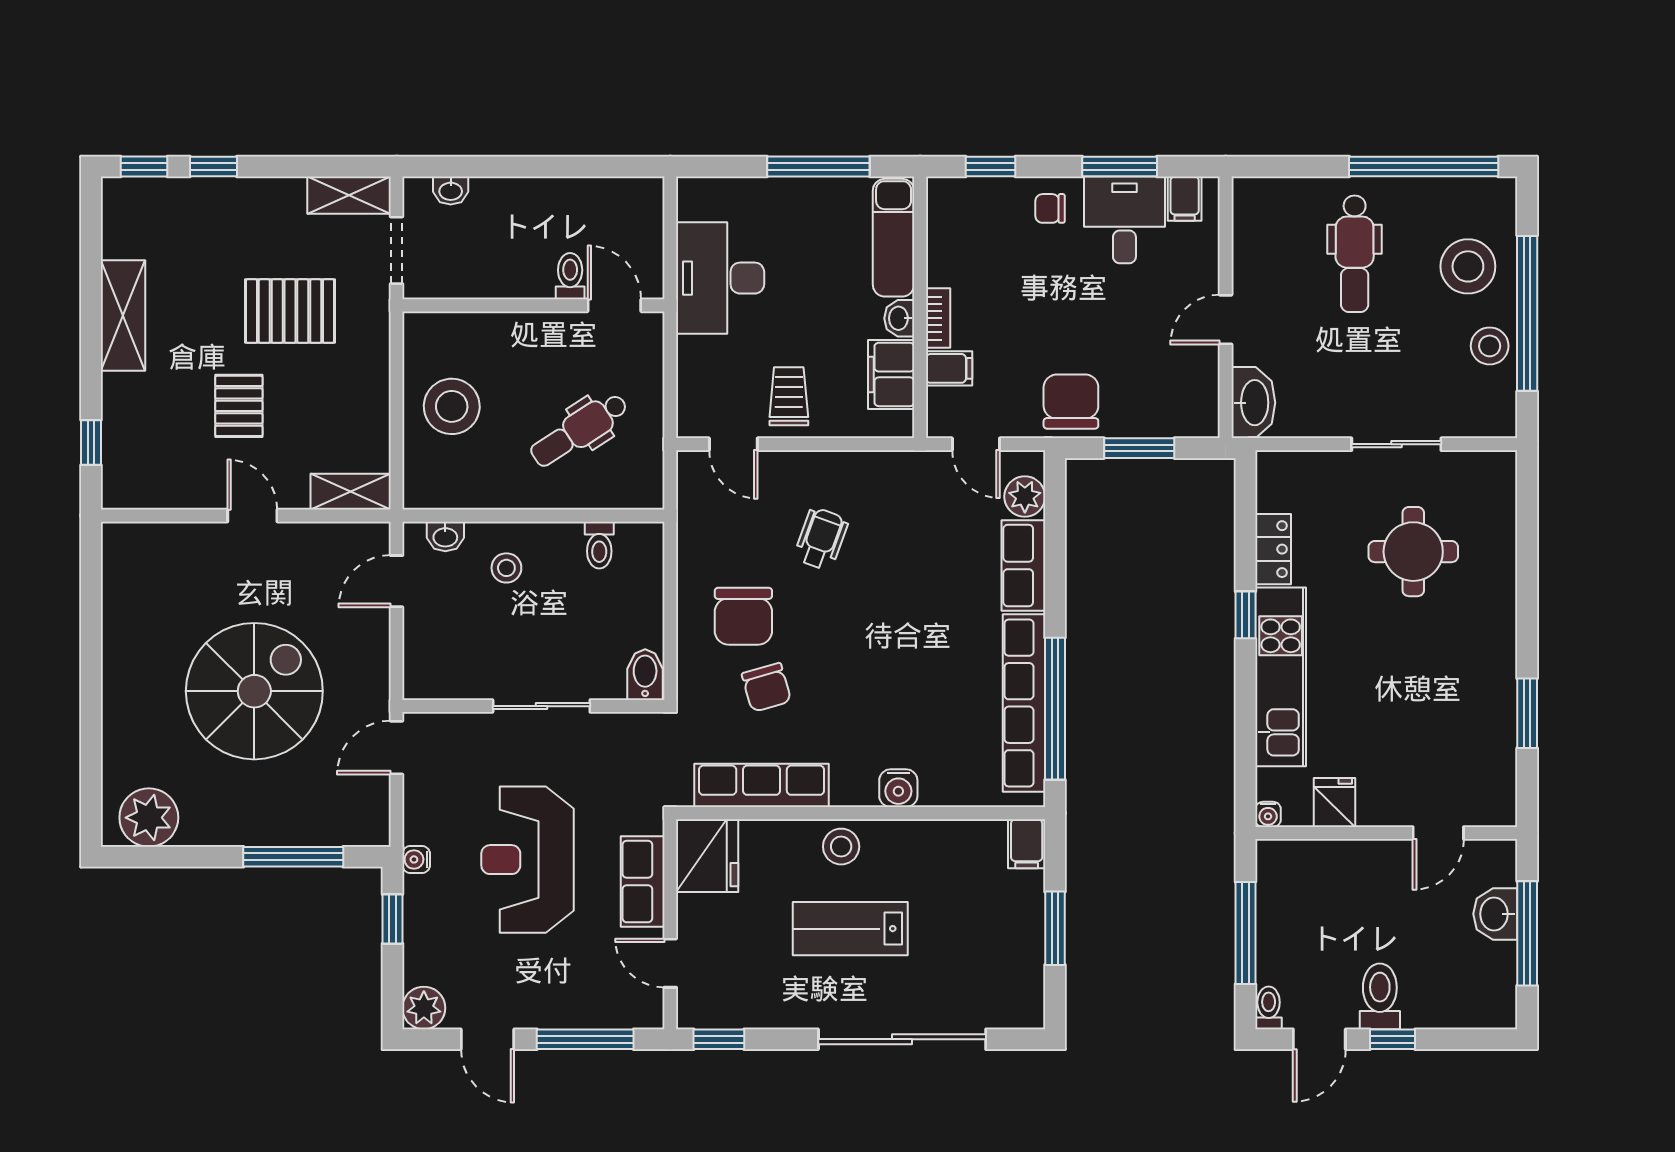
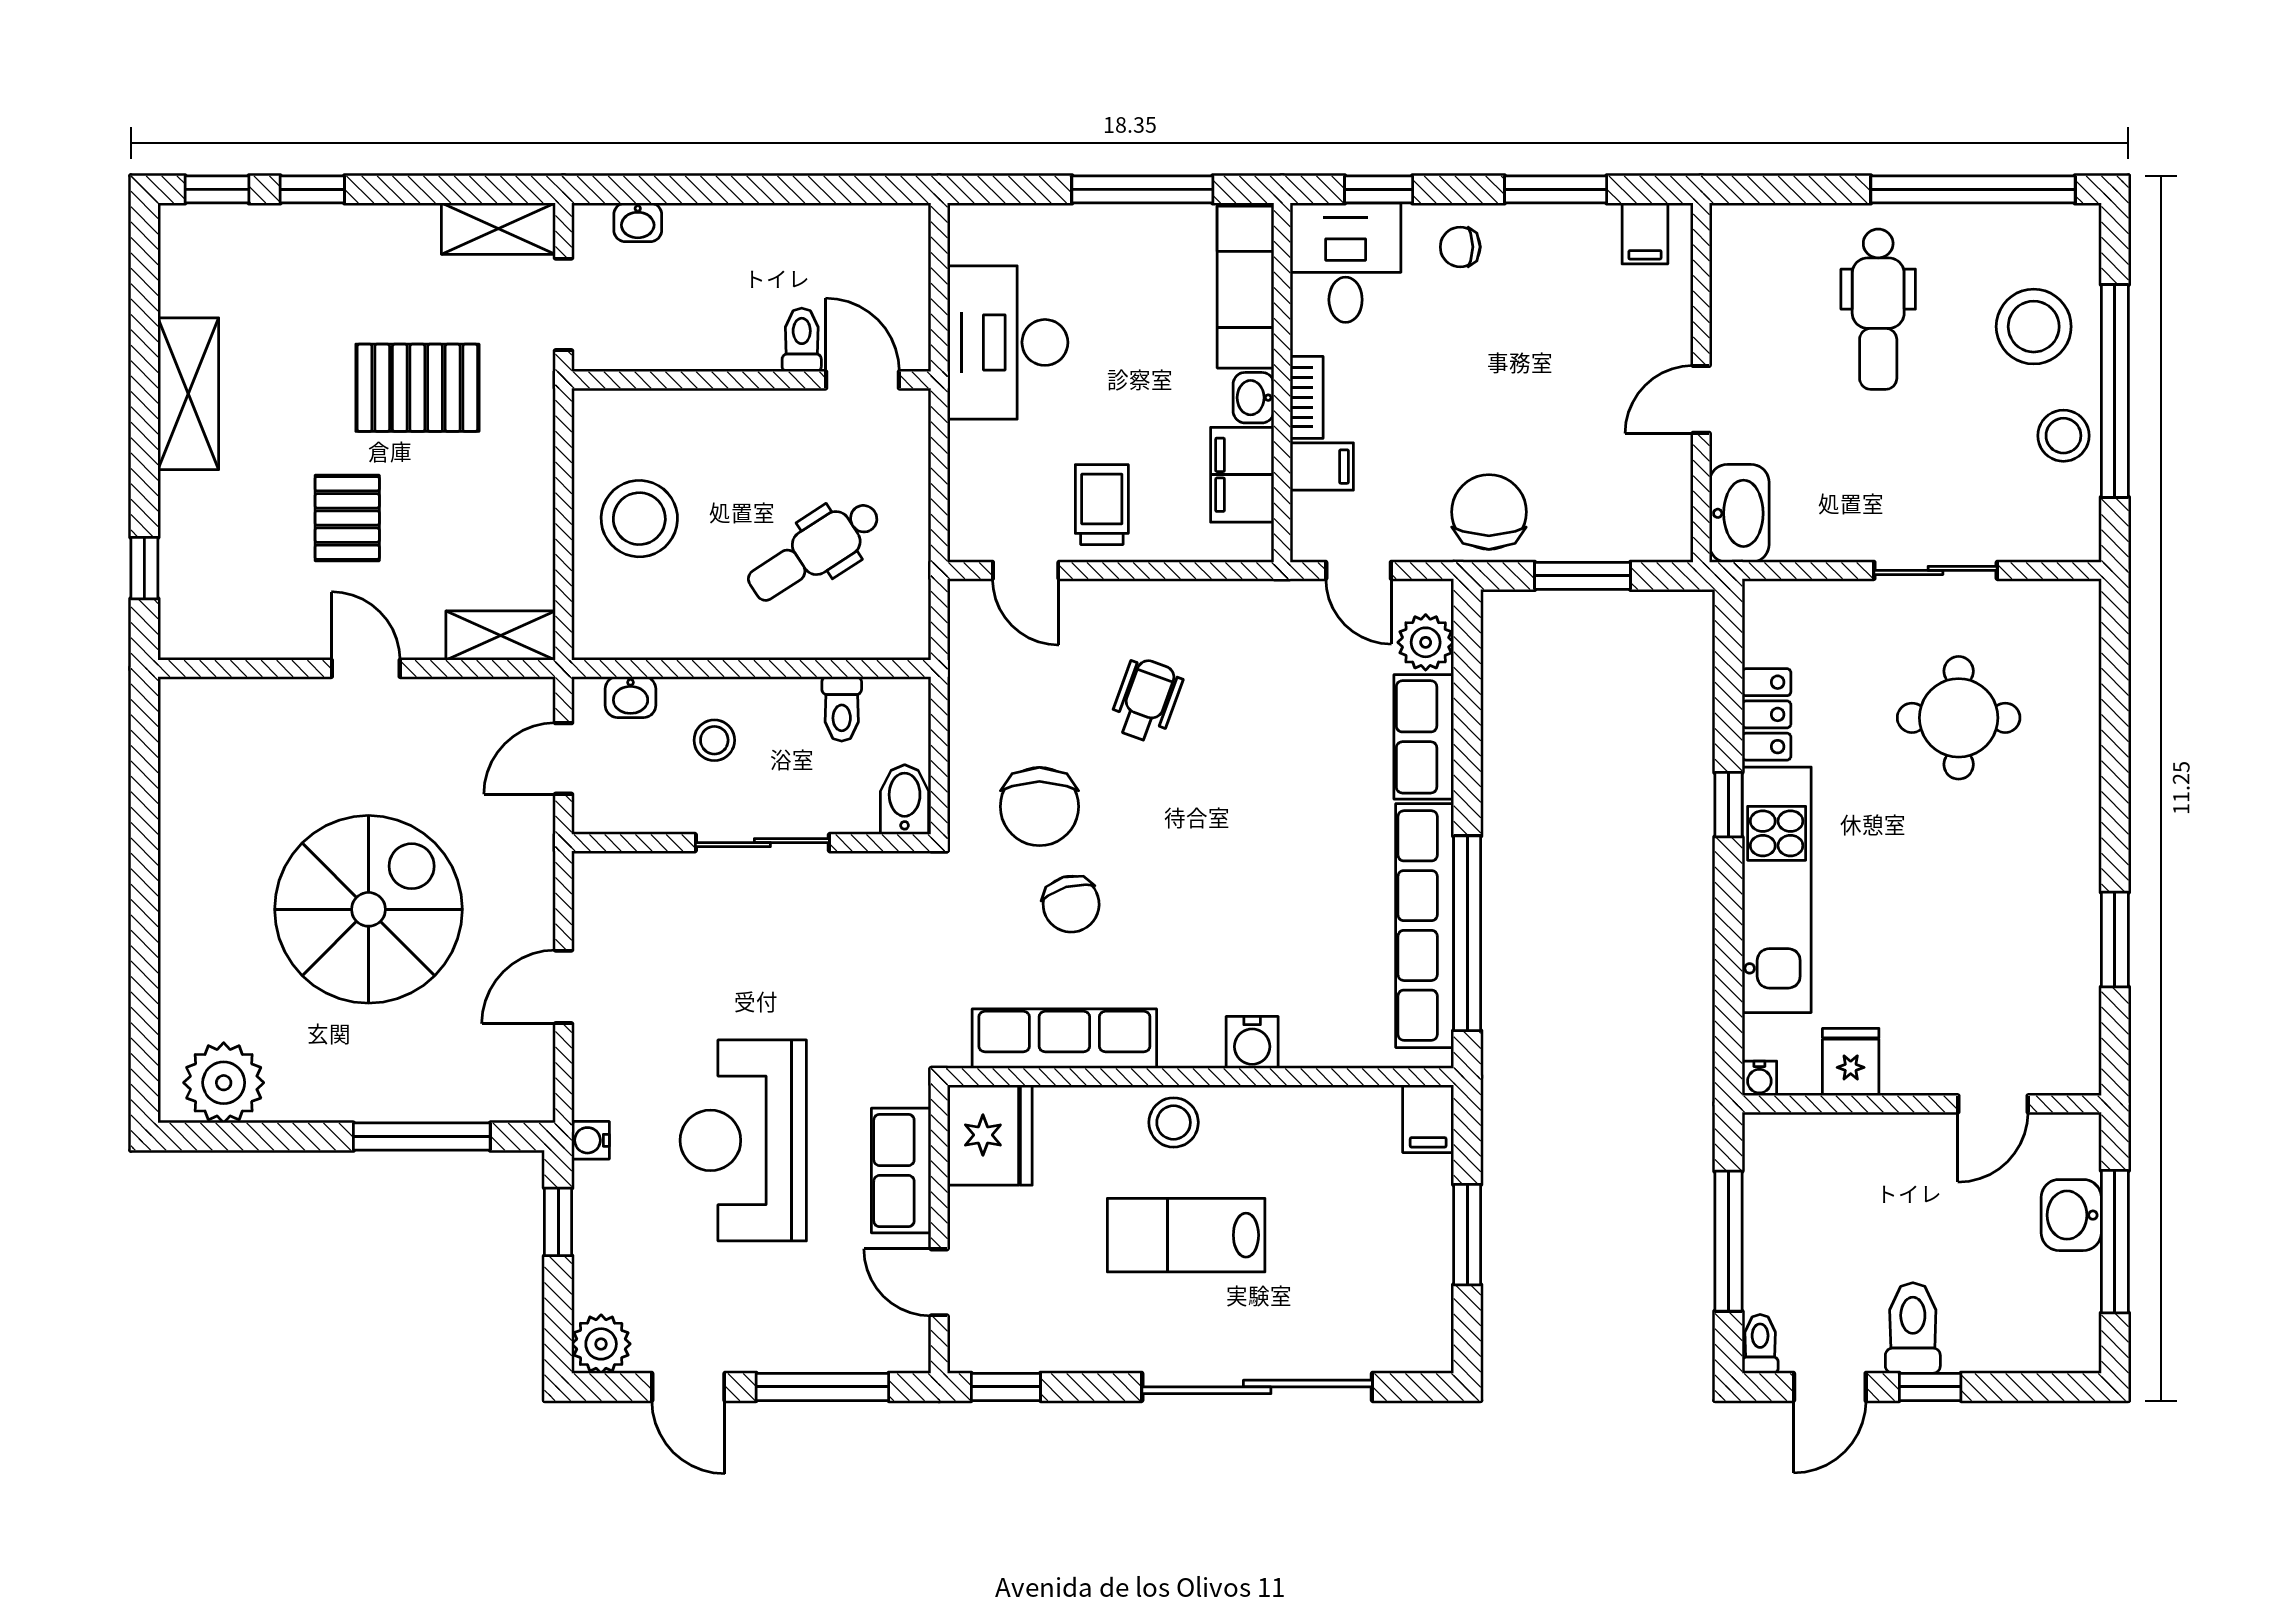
desk: (1124, 220) -> (1346, 263), moved
bidet: (645, 675) -> (905, 800), moved
wall: (533, 706) -> (751, 843), moved
sliding door: (541, 706) -> (762, 843), moved

